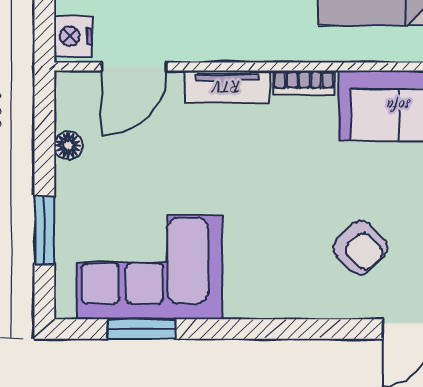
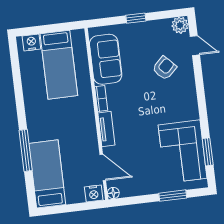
floor lamp: (68, 146) -> (113, 193), moved

